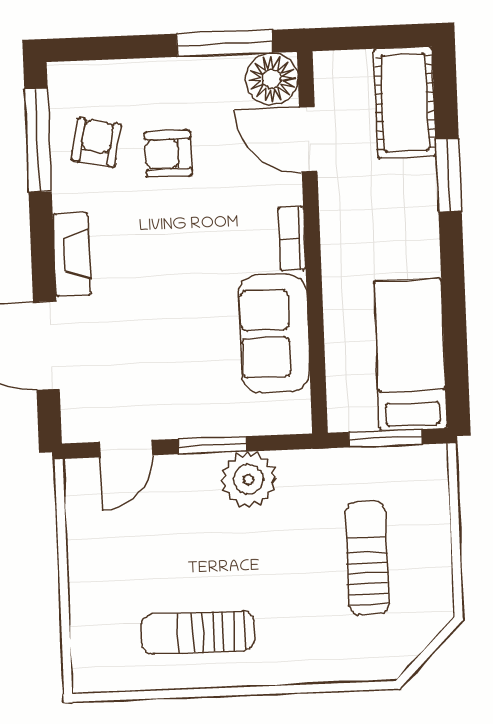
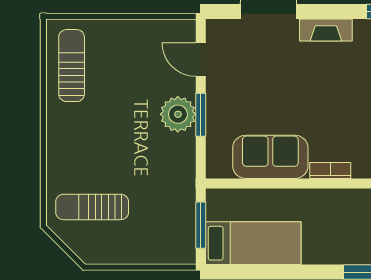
plant: (248, 479) -> (178, 114), moved
sun lounger: (367, 558) -> (92, 207), moved, turned 180
sun lounger: (198, 633) -> (72, 66), moved

